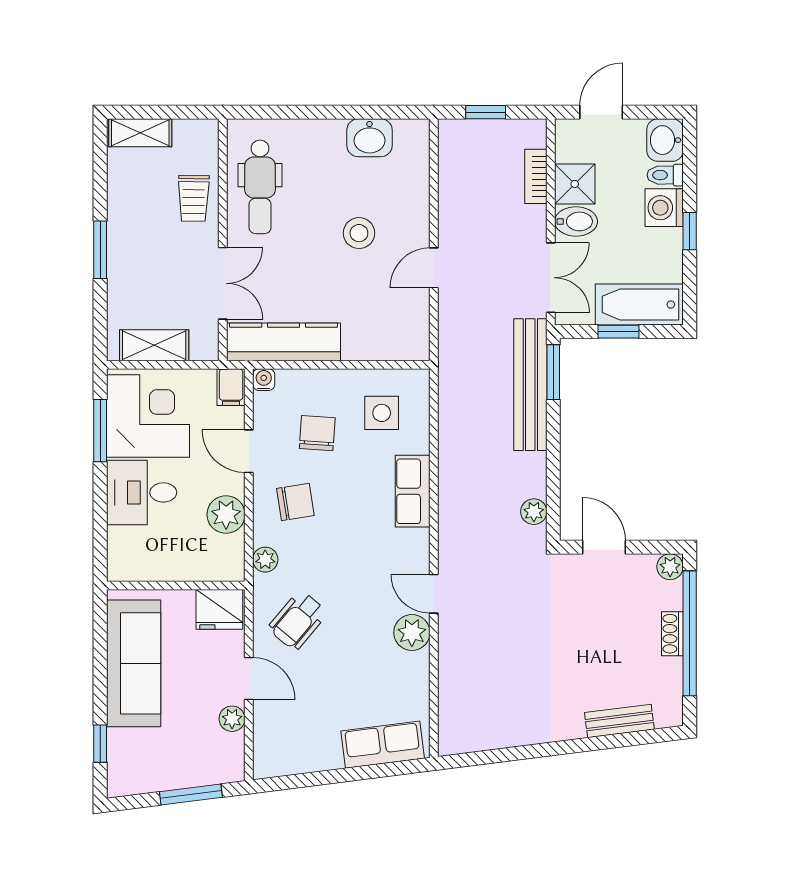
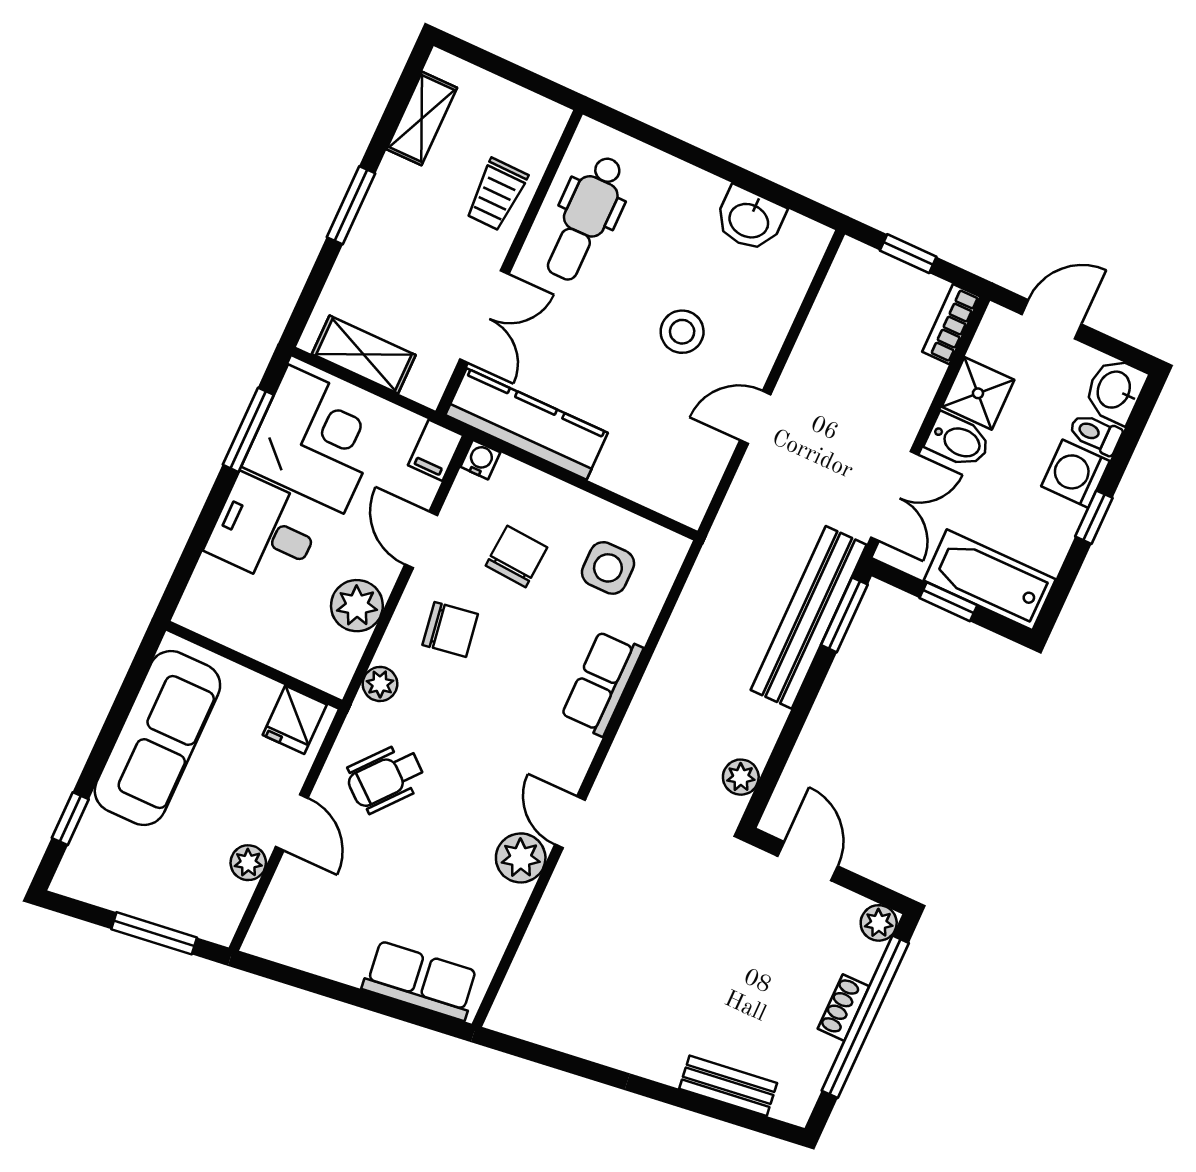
shelving: (140, 133) -> (422, 119), moved, turned 90
bookcase: (536, 176) -> (951, 324), moved
fridge: (219, 609) -> (295, 720), width x0.72

